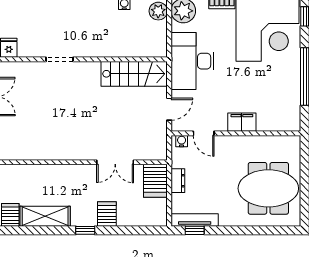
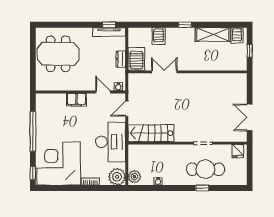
cafe table: (56, 22) -> (205, 169), added
server rack: (107, 214) -> (159, 36), moved

